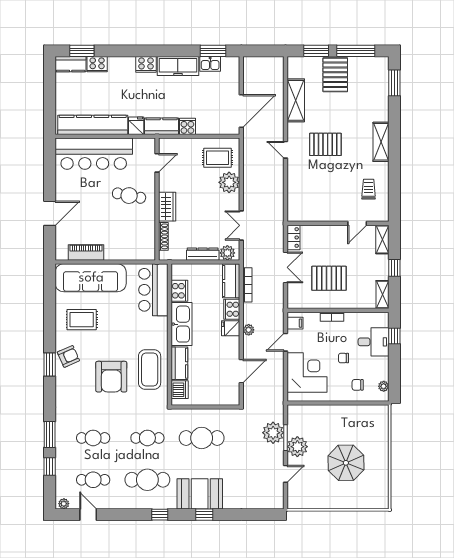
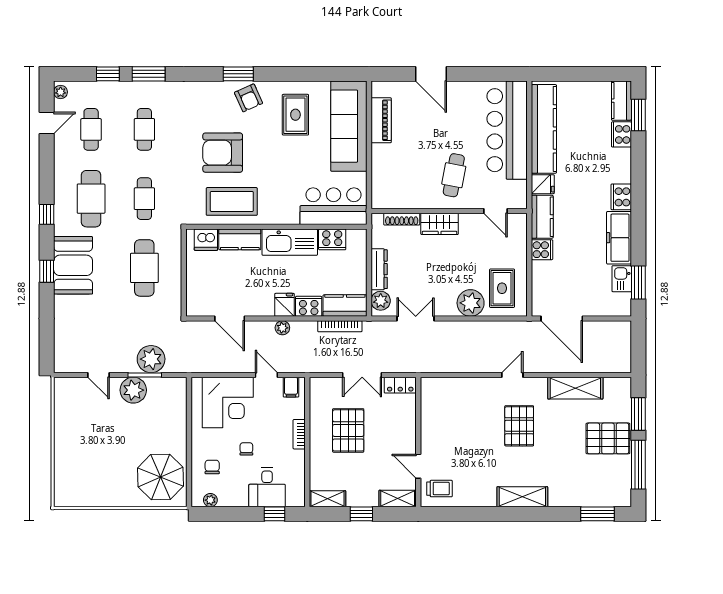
trolley: (369, 189) -> (439, 489), moved
parasol: (346, 463) -> (160, 477), moved

